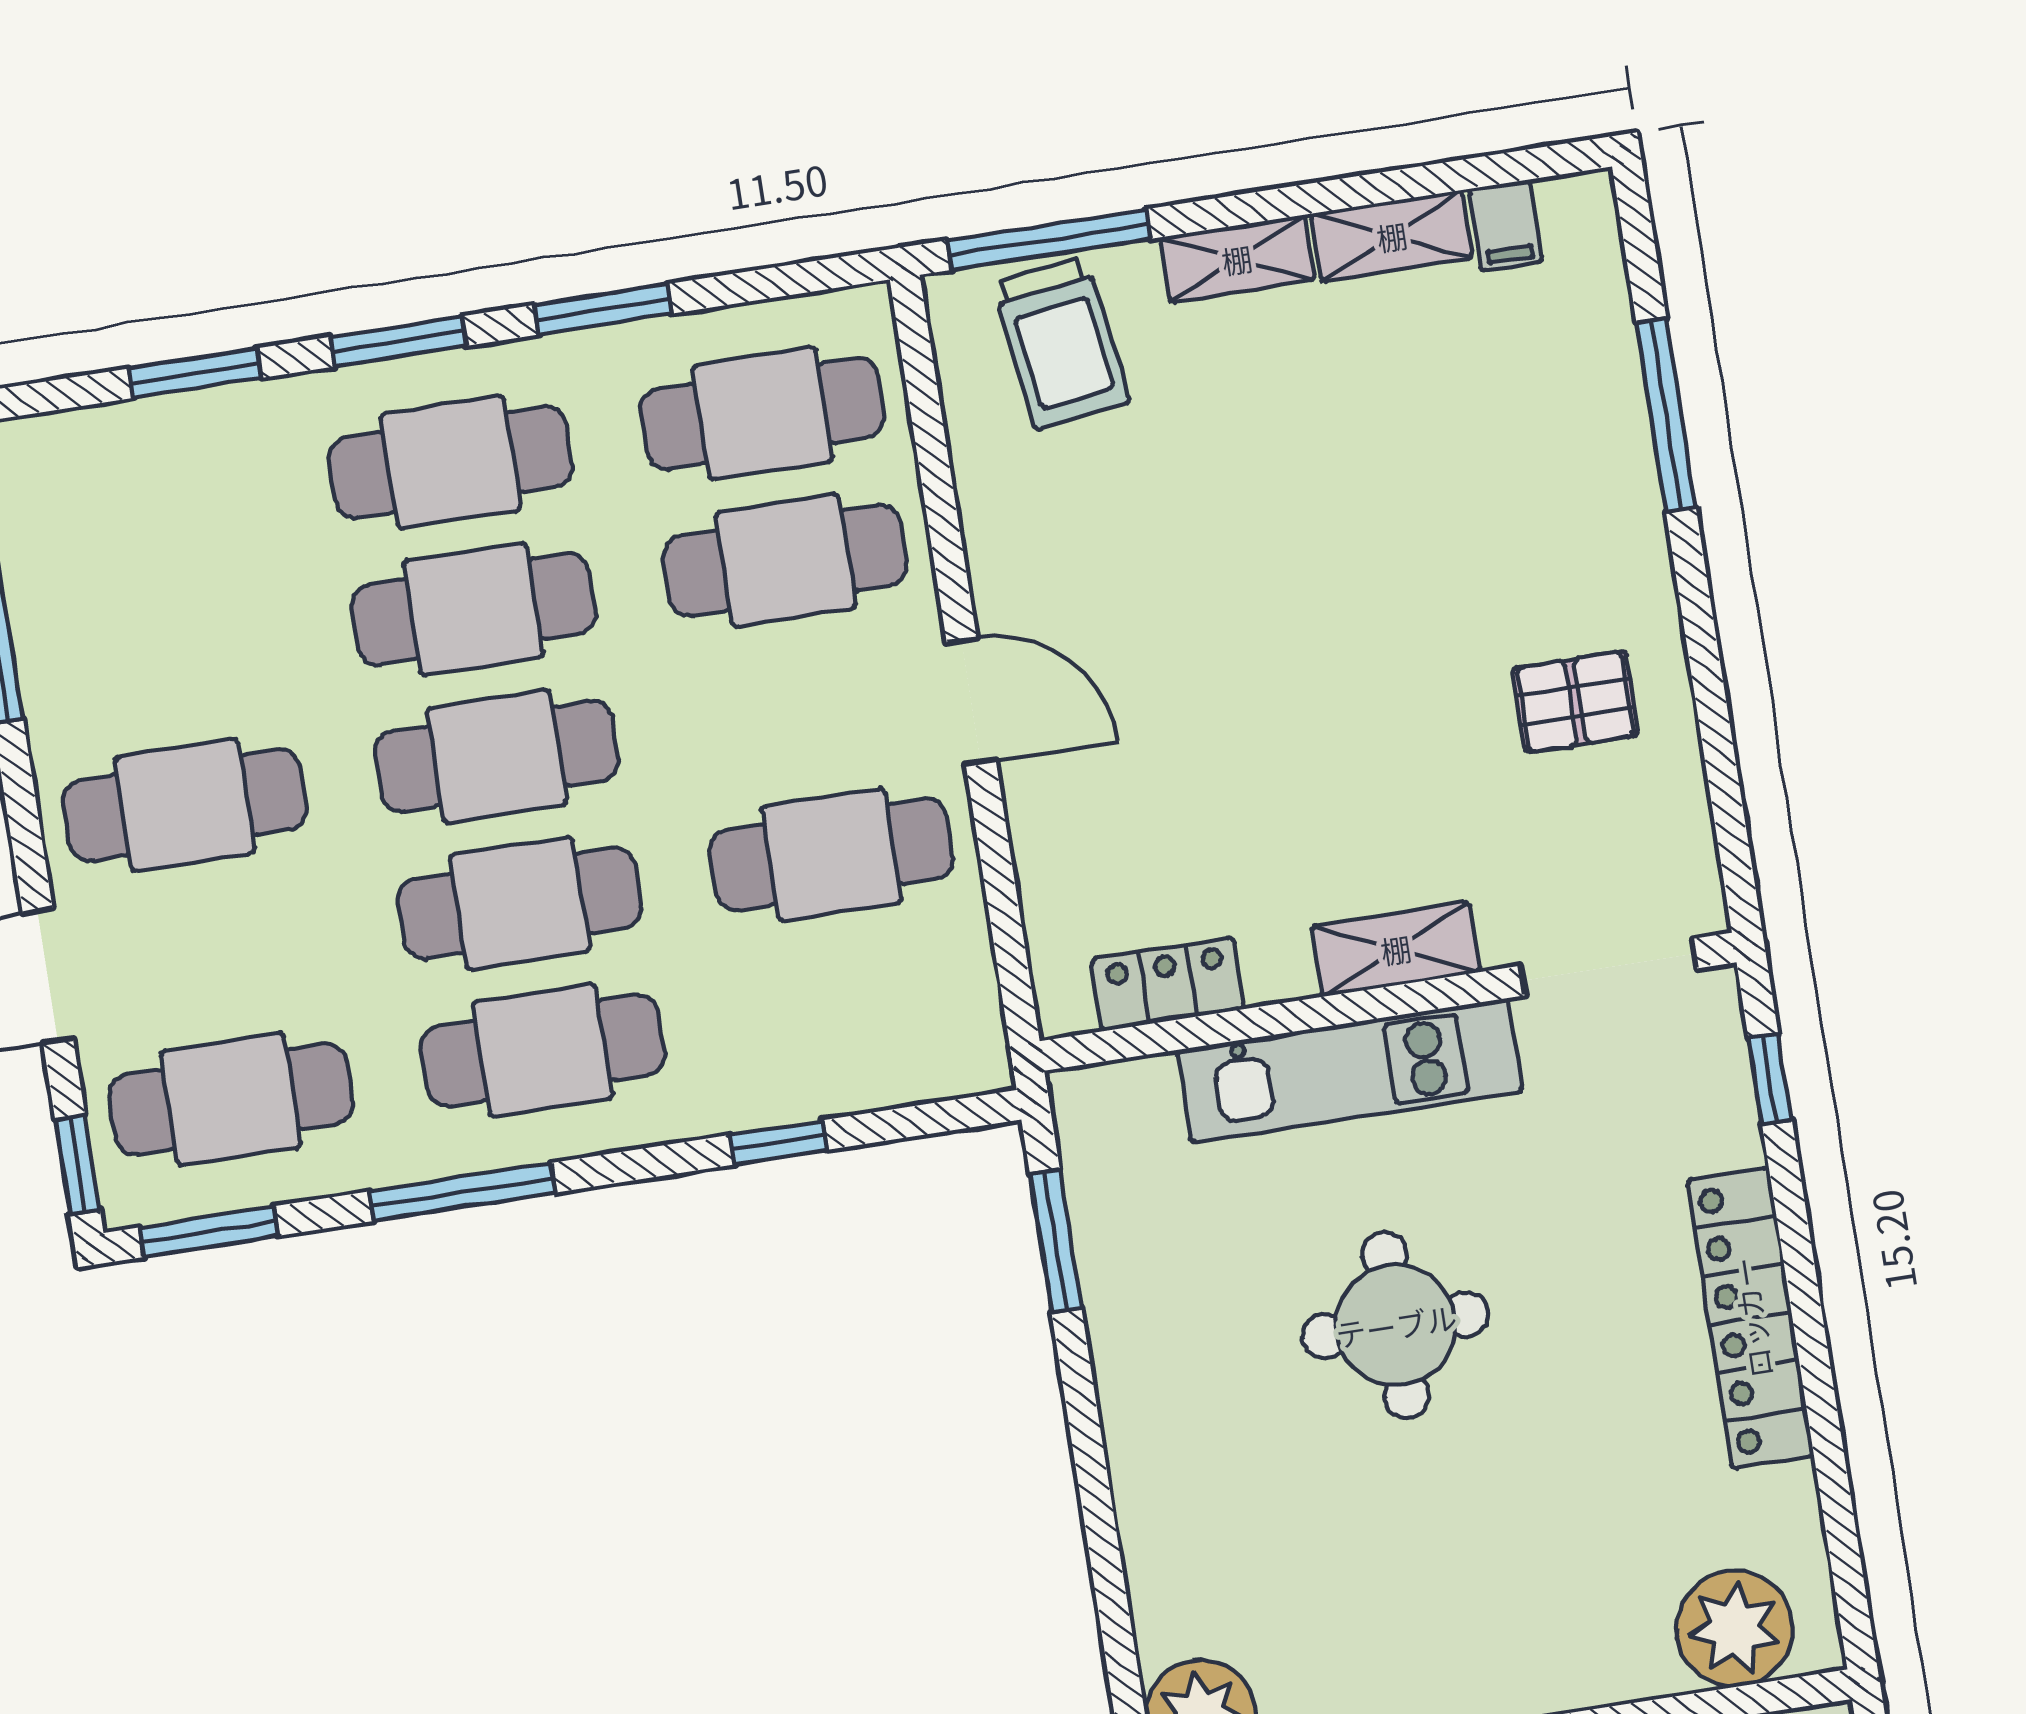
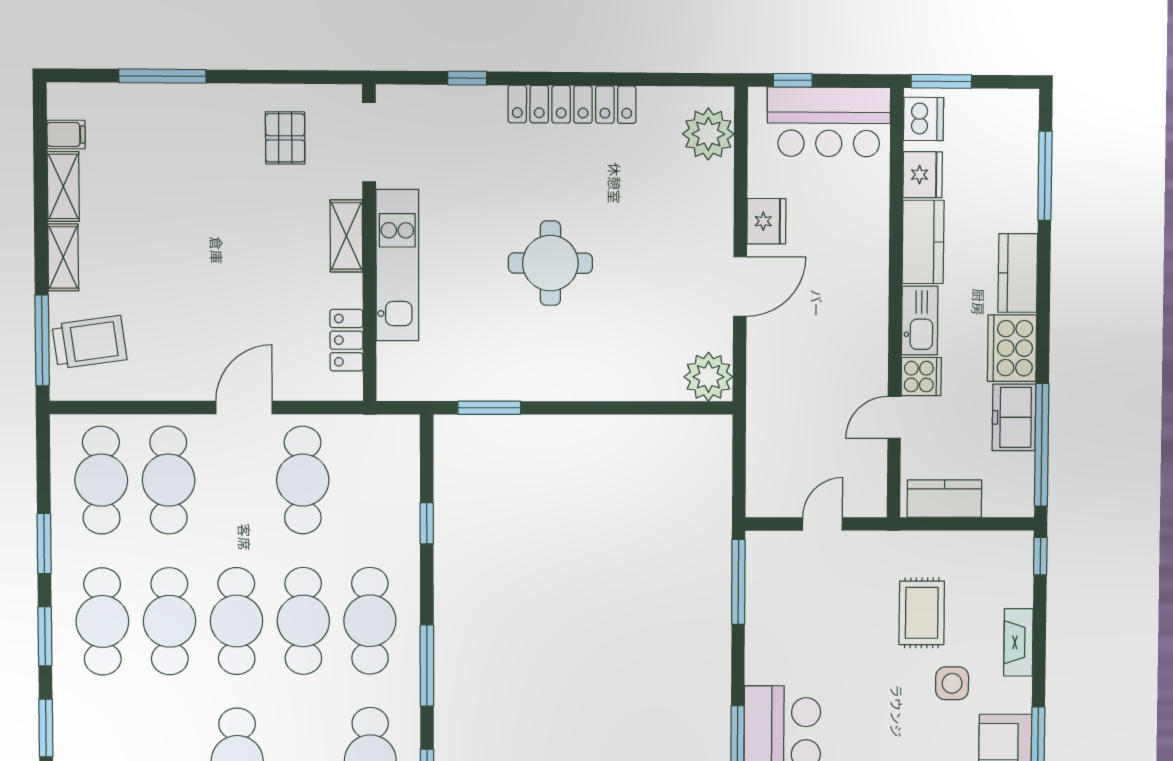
shelving: (1396, 949) -> (346, 236), moved
doorway: (1608, 967) -> (369, 142), moved
locker: (1167, 984) -> (346, 340), moved
wall: (1388, 1002) -> (369, 243), moved
kitchen unit: (1350, 1071) -> (397, 265), moved

